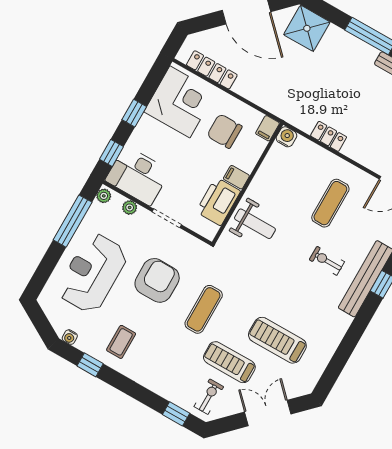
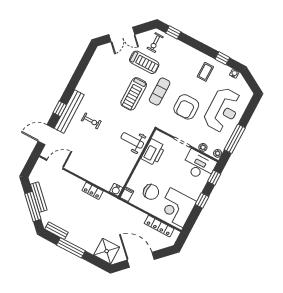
filing cabinet: (236, 177) -> (144, 166), removed
exercise mat: (330, 203) -> (90, 153), removed
treadmill: (277, 340) -> (134, 94), moved, turned 90

